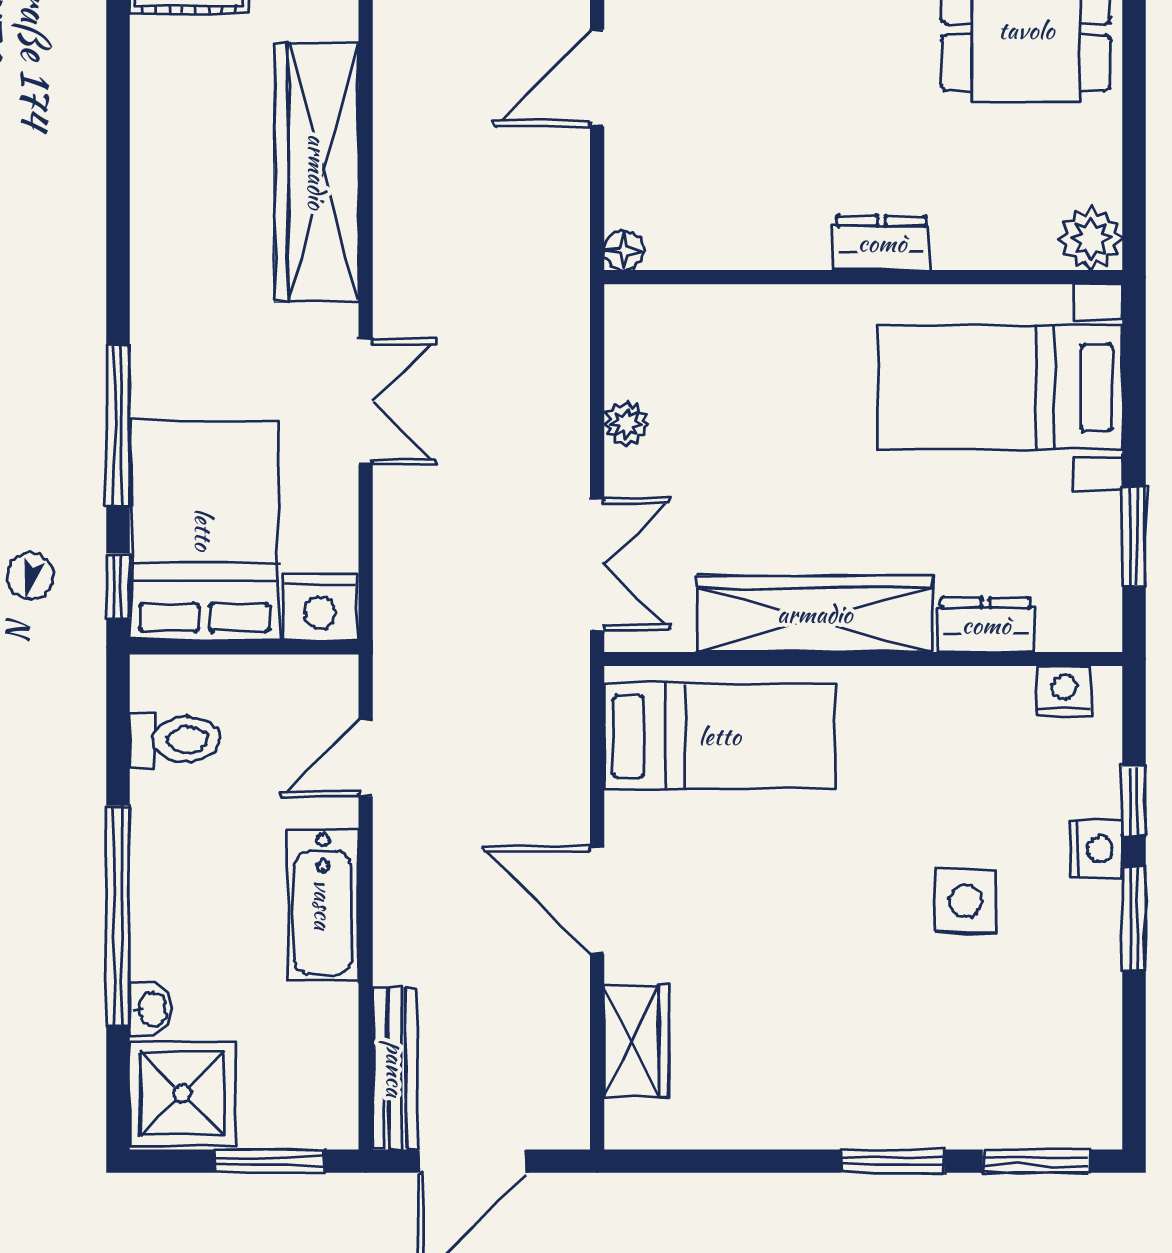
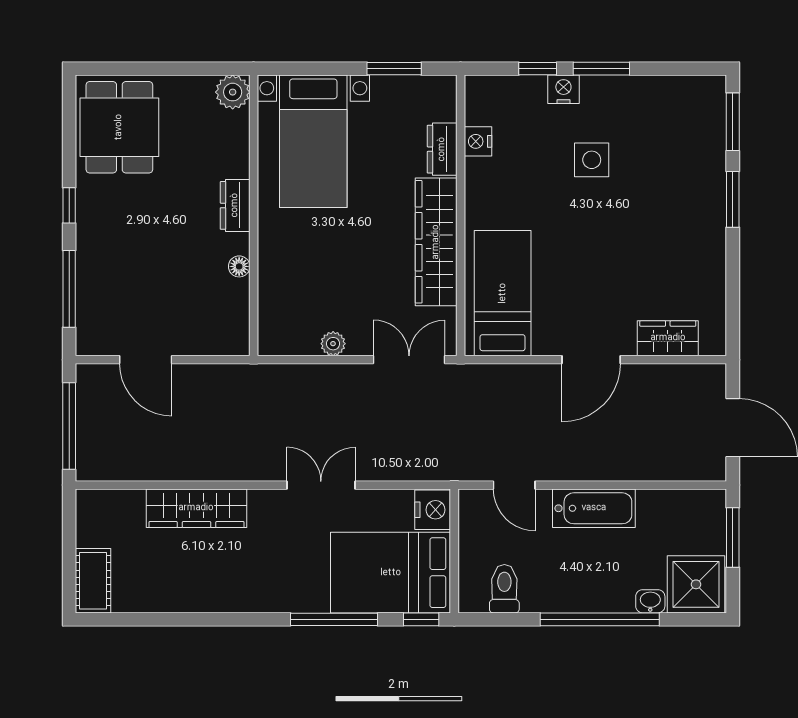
wardrobe: (317, 172) -> (196, 508), width x0.71, depth x0.85
floor lamp: (624, 251) -> (239, 266), moved
nightstand: (1064, 691) -> (478, 141), moved
bench: (395, 1069) -> (683, 469), removed

